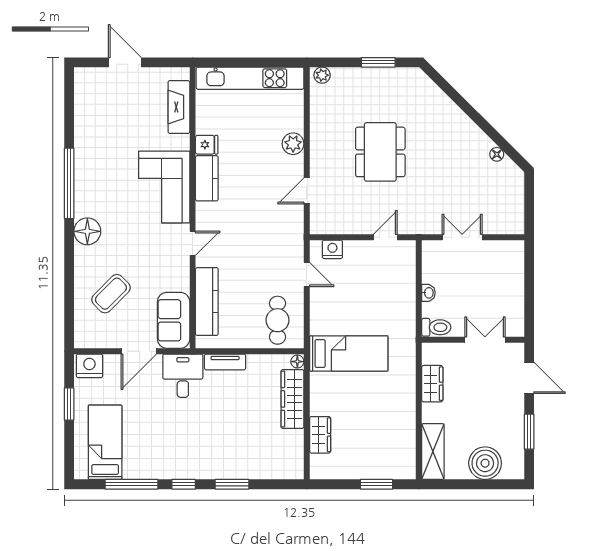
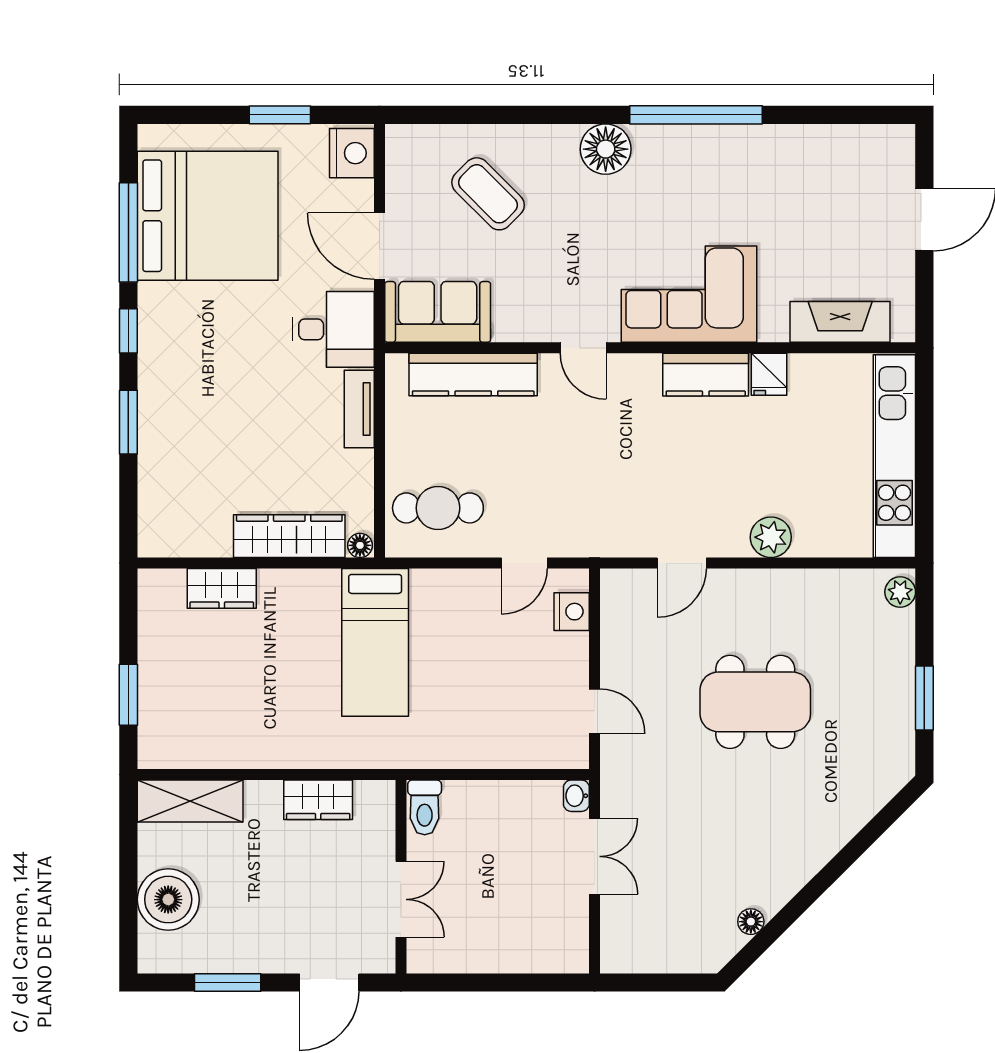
door: (307, 191) -> (682, 563), swing flipped
washbasin: (428, 293) -> (576, 796), moved, turned 90
bed: (105, 442) -> (208, 216), width x2.04

